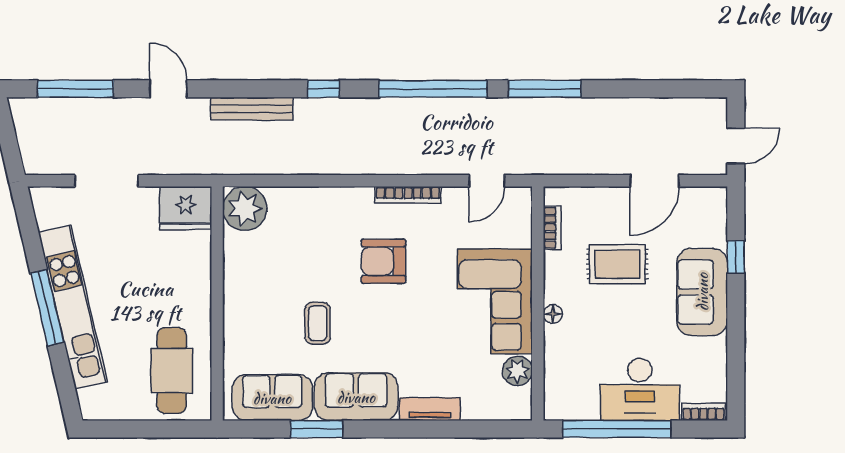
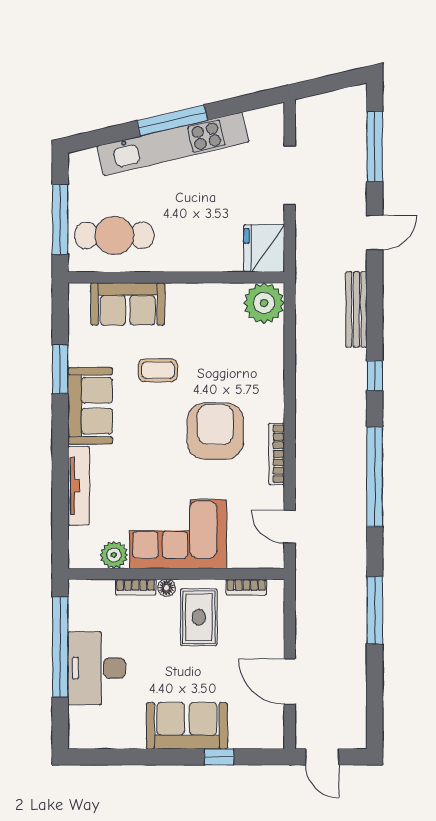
window: (545, 89) -> (375, 610), moved
armchair: (383, 261) -> (215, 431), width x1.36, depth x1.36
rug: (617, 264) -> (199, 617), moved
sofa: (272, 398) -> (128, 304), moved, turned 90
tv unit: (430, 409) -> (79, 486), width x1.41
bookcase: (703, 412) -> (136, 587), moved, turned 90
window: (154, 429) -> (60, 219), added

